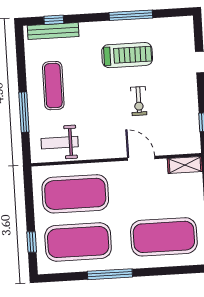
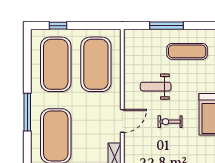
weight bench: (60, 143) -> (156, 87), moved, turned -90
window: (110, 274) -> (27, 112), moved

